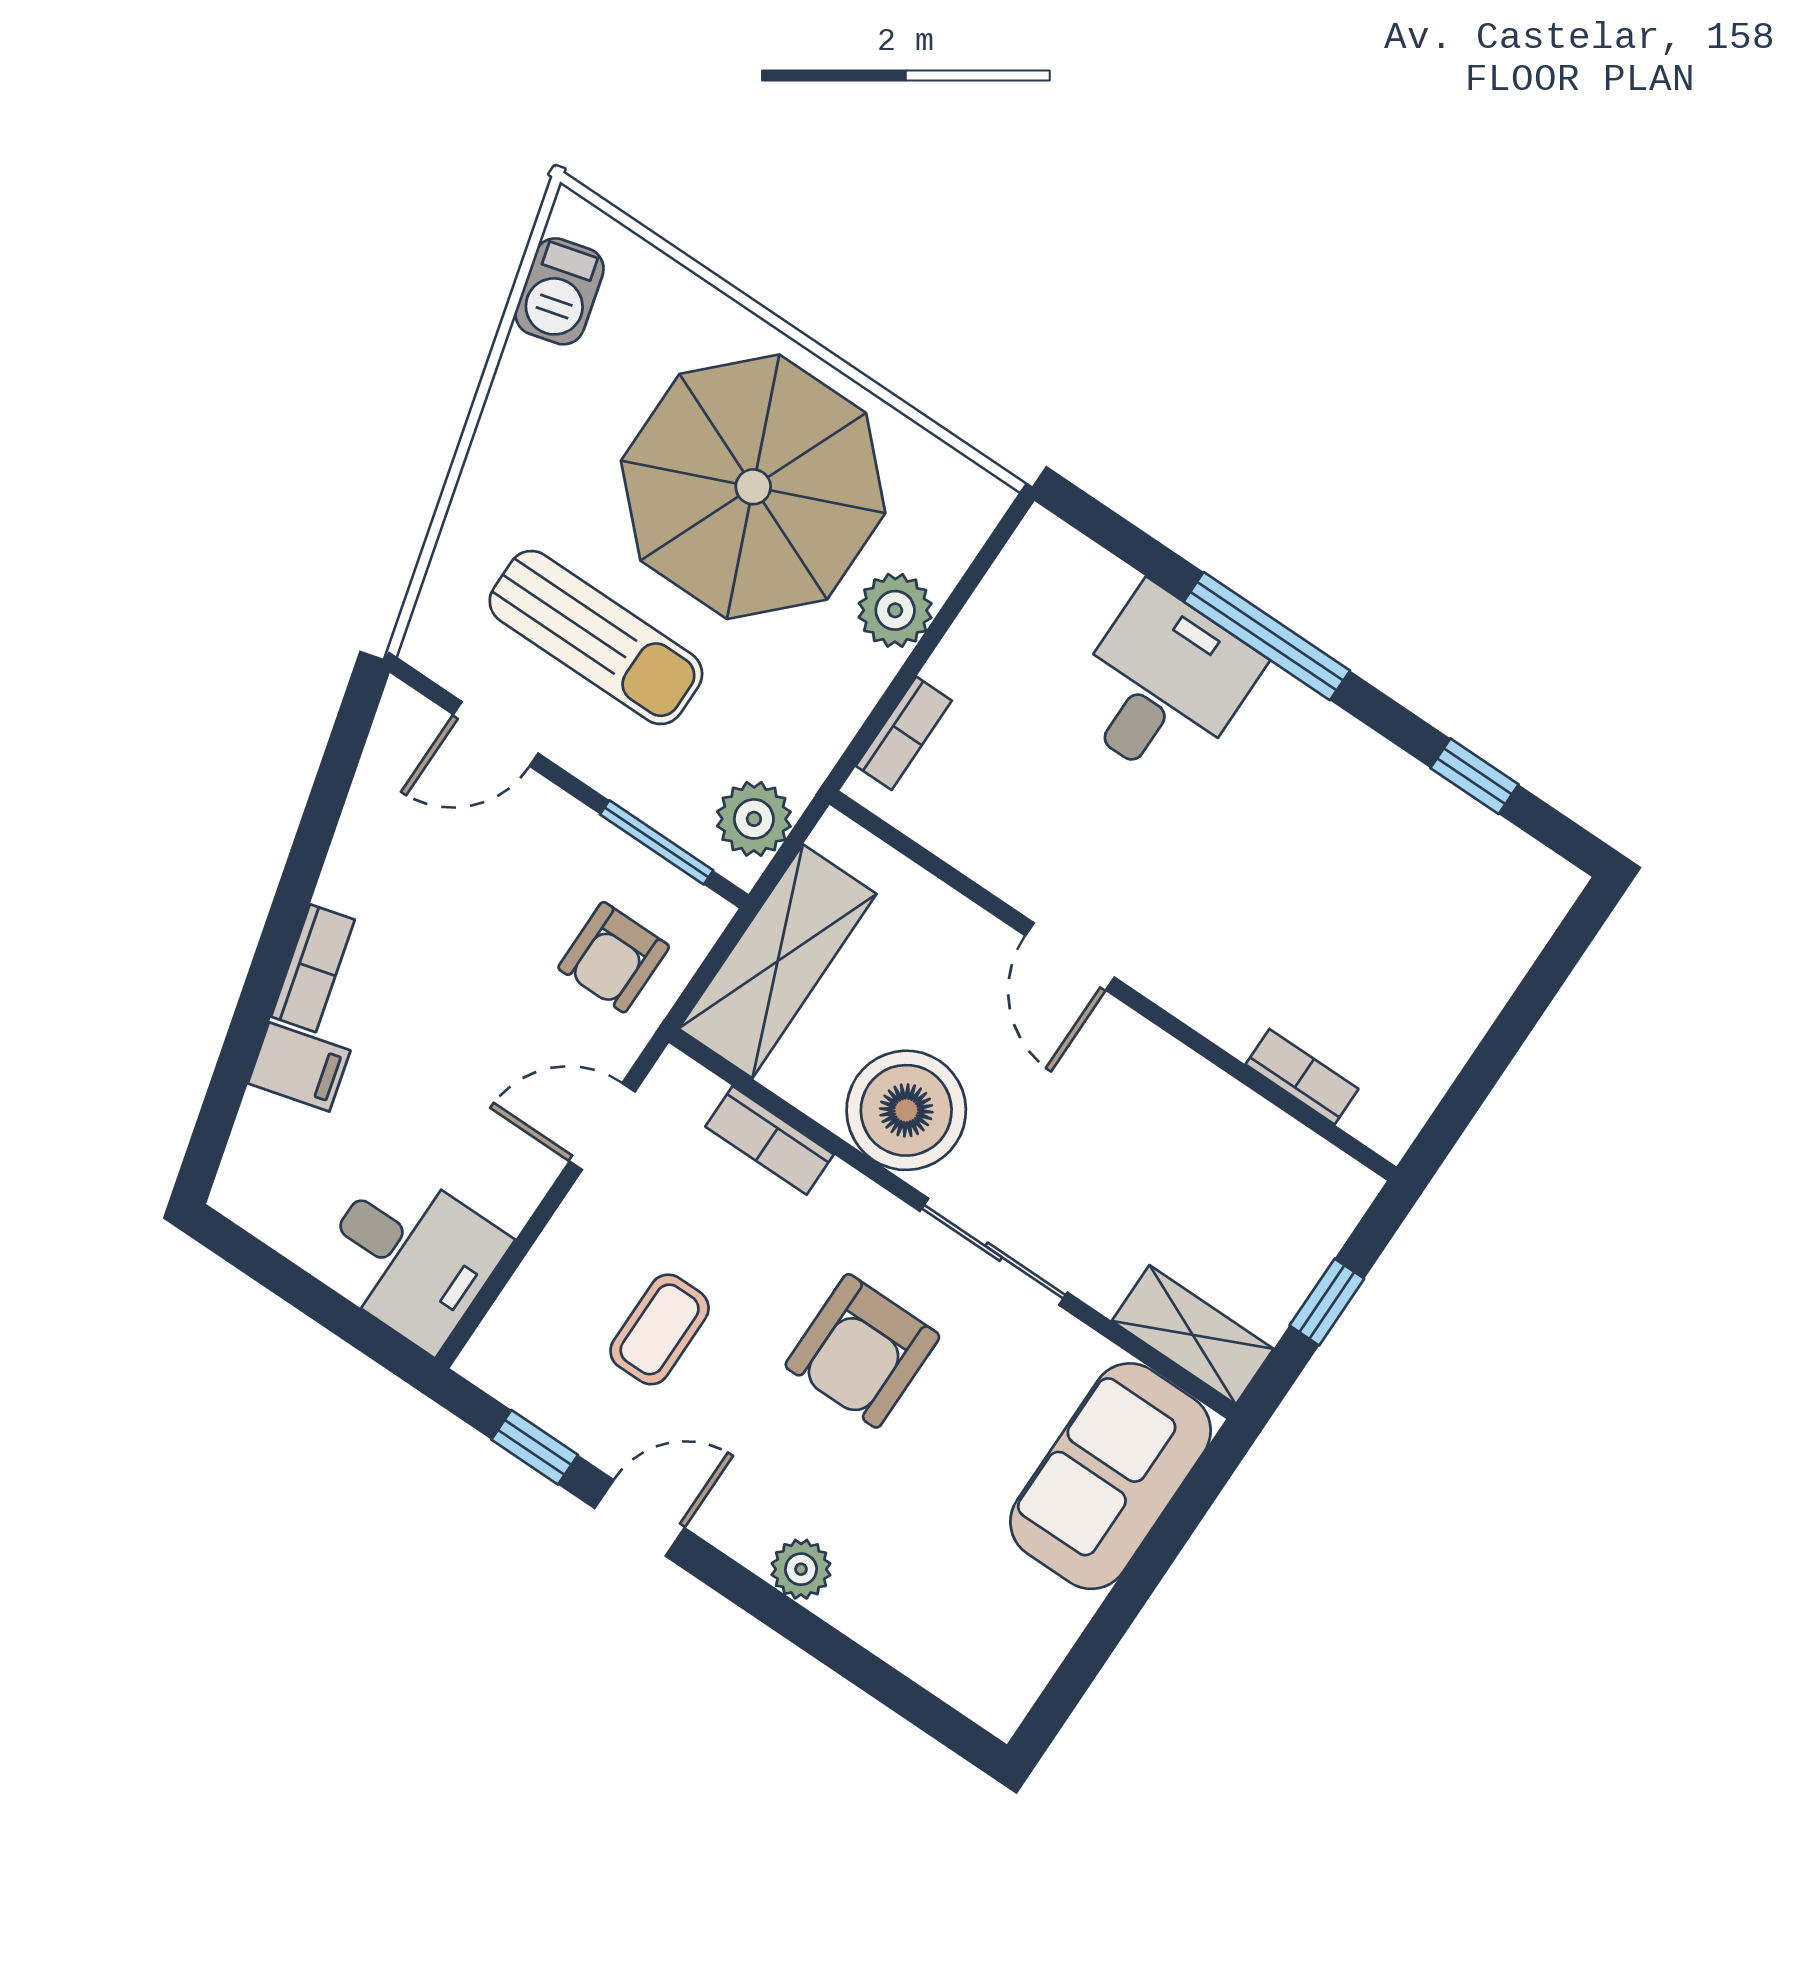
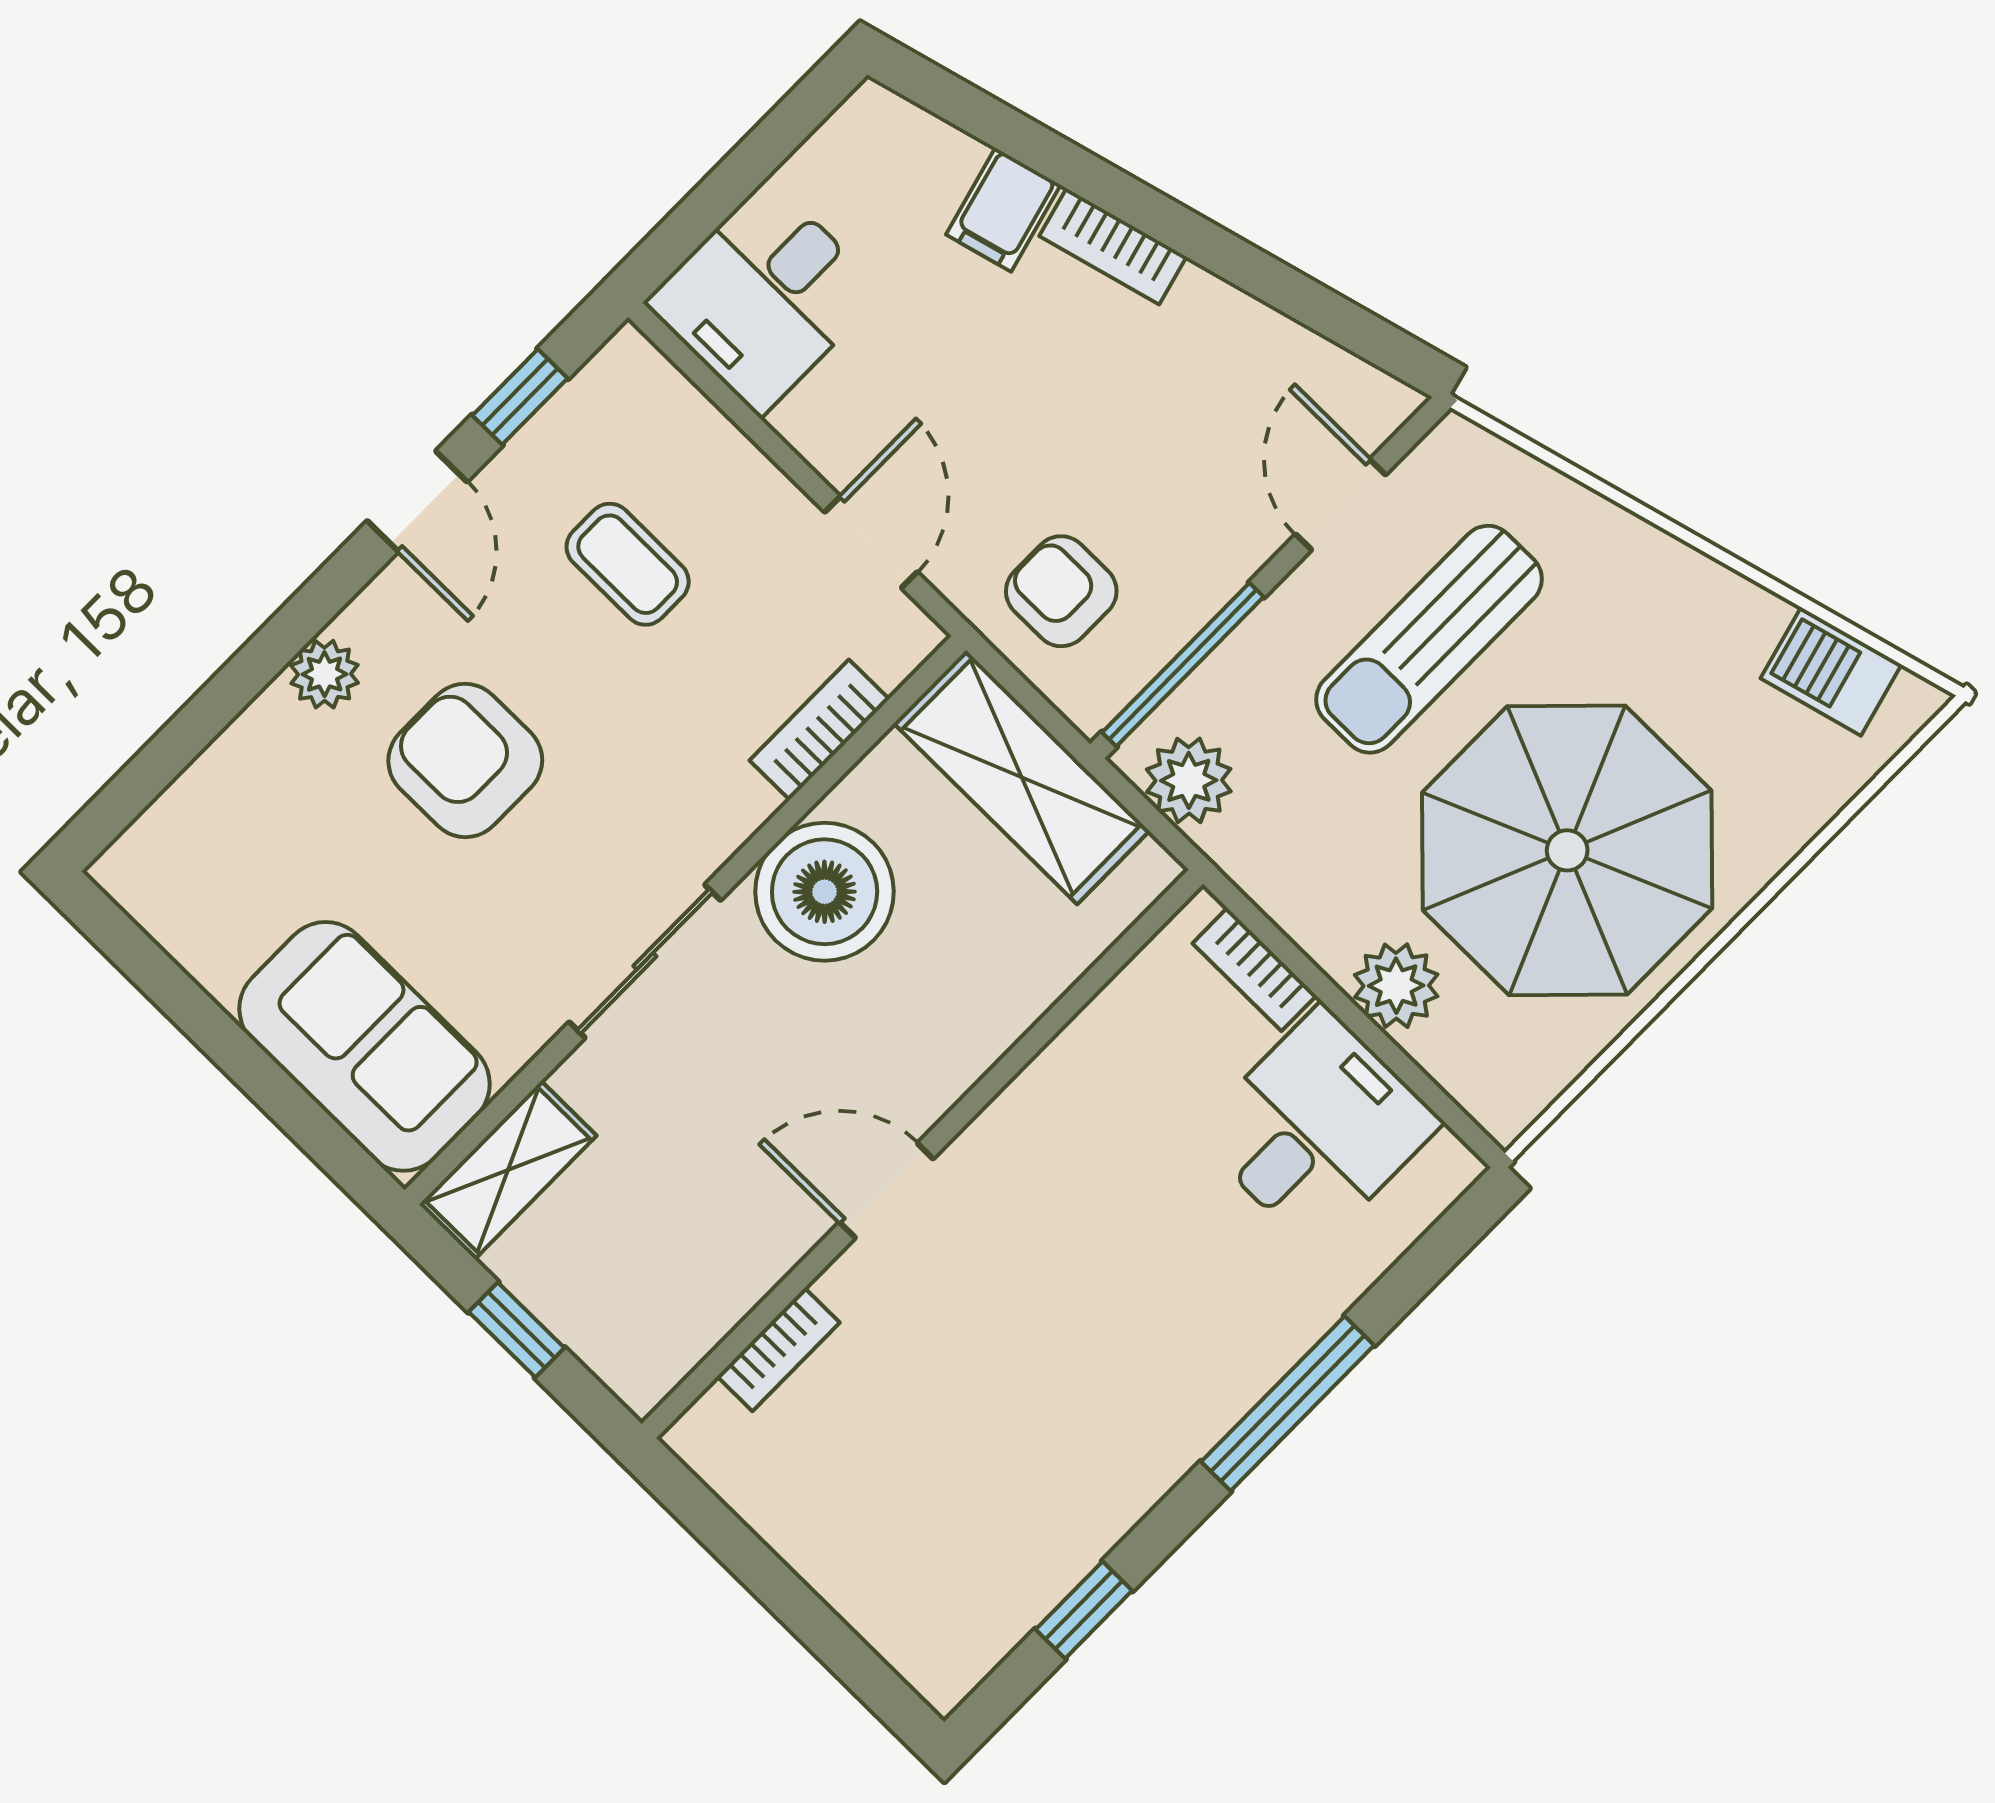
desk: (1163, 685) -> (1317, 1128), moved, turned -90
window: (657, 842) -> (1183, 665), width x1.44
door: (1070, 957) -> (886, 1191), moved
armchair: (862, 1351) -> (465, 760), moved

